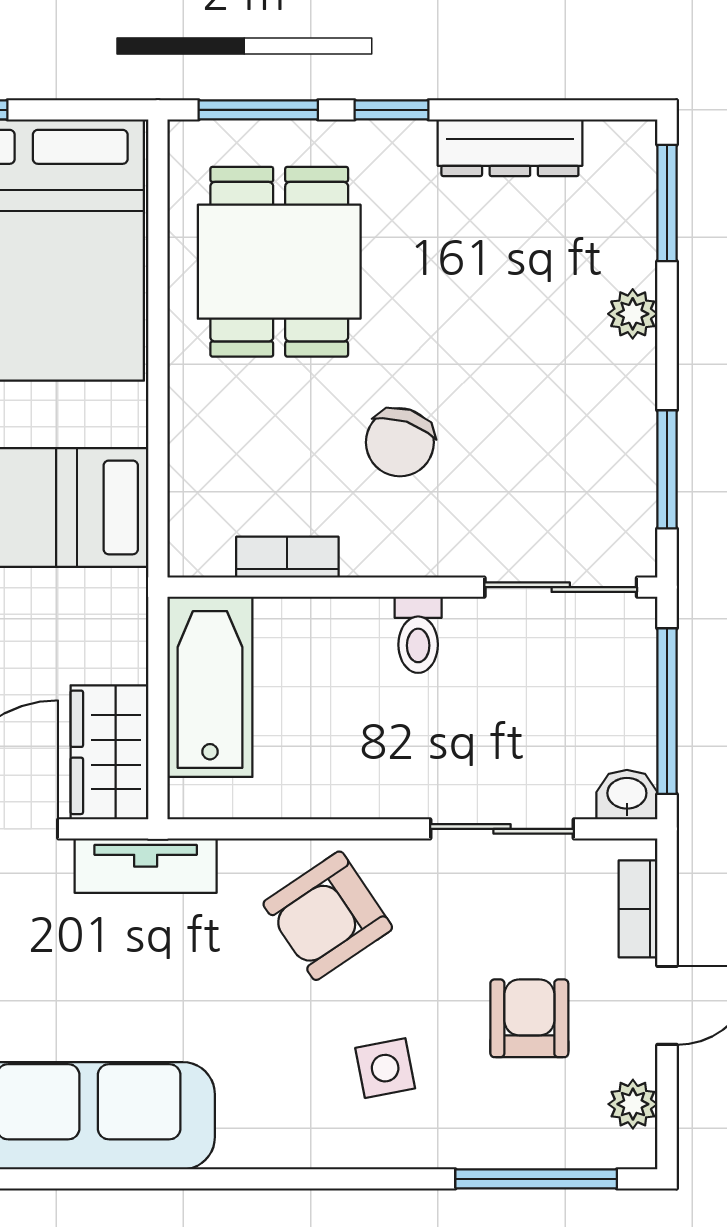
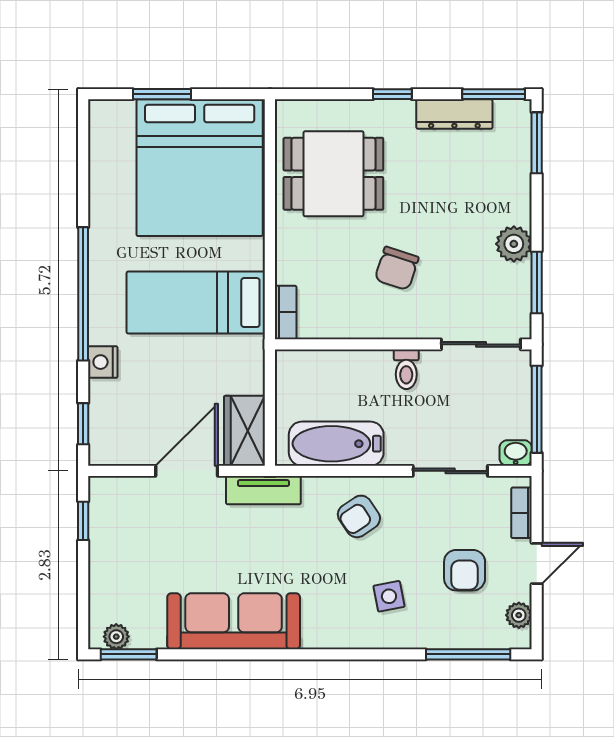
window: (258, 110) -> (494, 94), moved
dining table: (279, 262) -> (333, 174), turned 90
plant: (633, 314) -> (514, 244), moved, width x1.38, depth x1.38
bookcase: (287, 557) -> (286, 312), moved, turned 90
bathtub: (210, 687) -> (336, 444), moved, turned -90
armchair: (328, 916) -> (359, 516), width x0.72, depth x0.72
armchair: (529, 1018) -> (465, 570), turned 180

